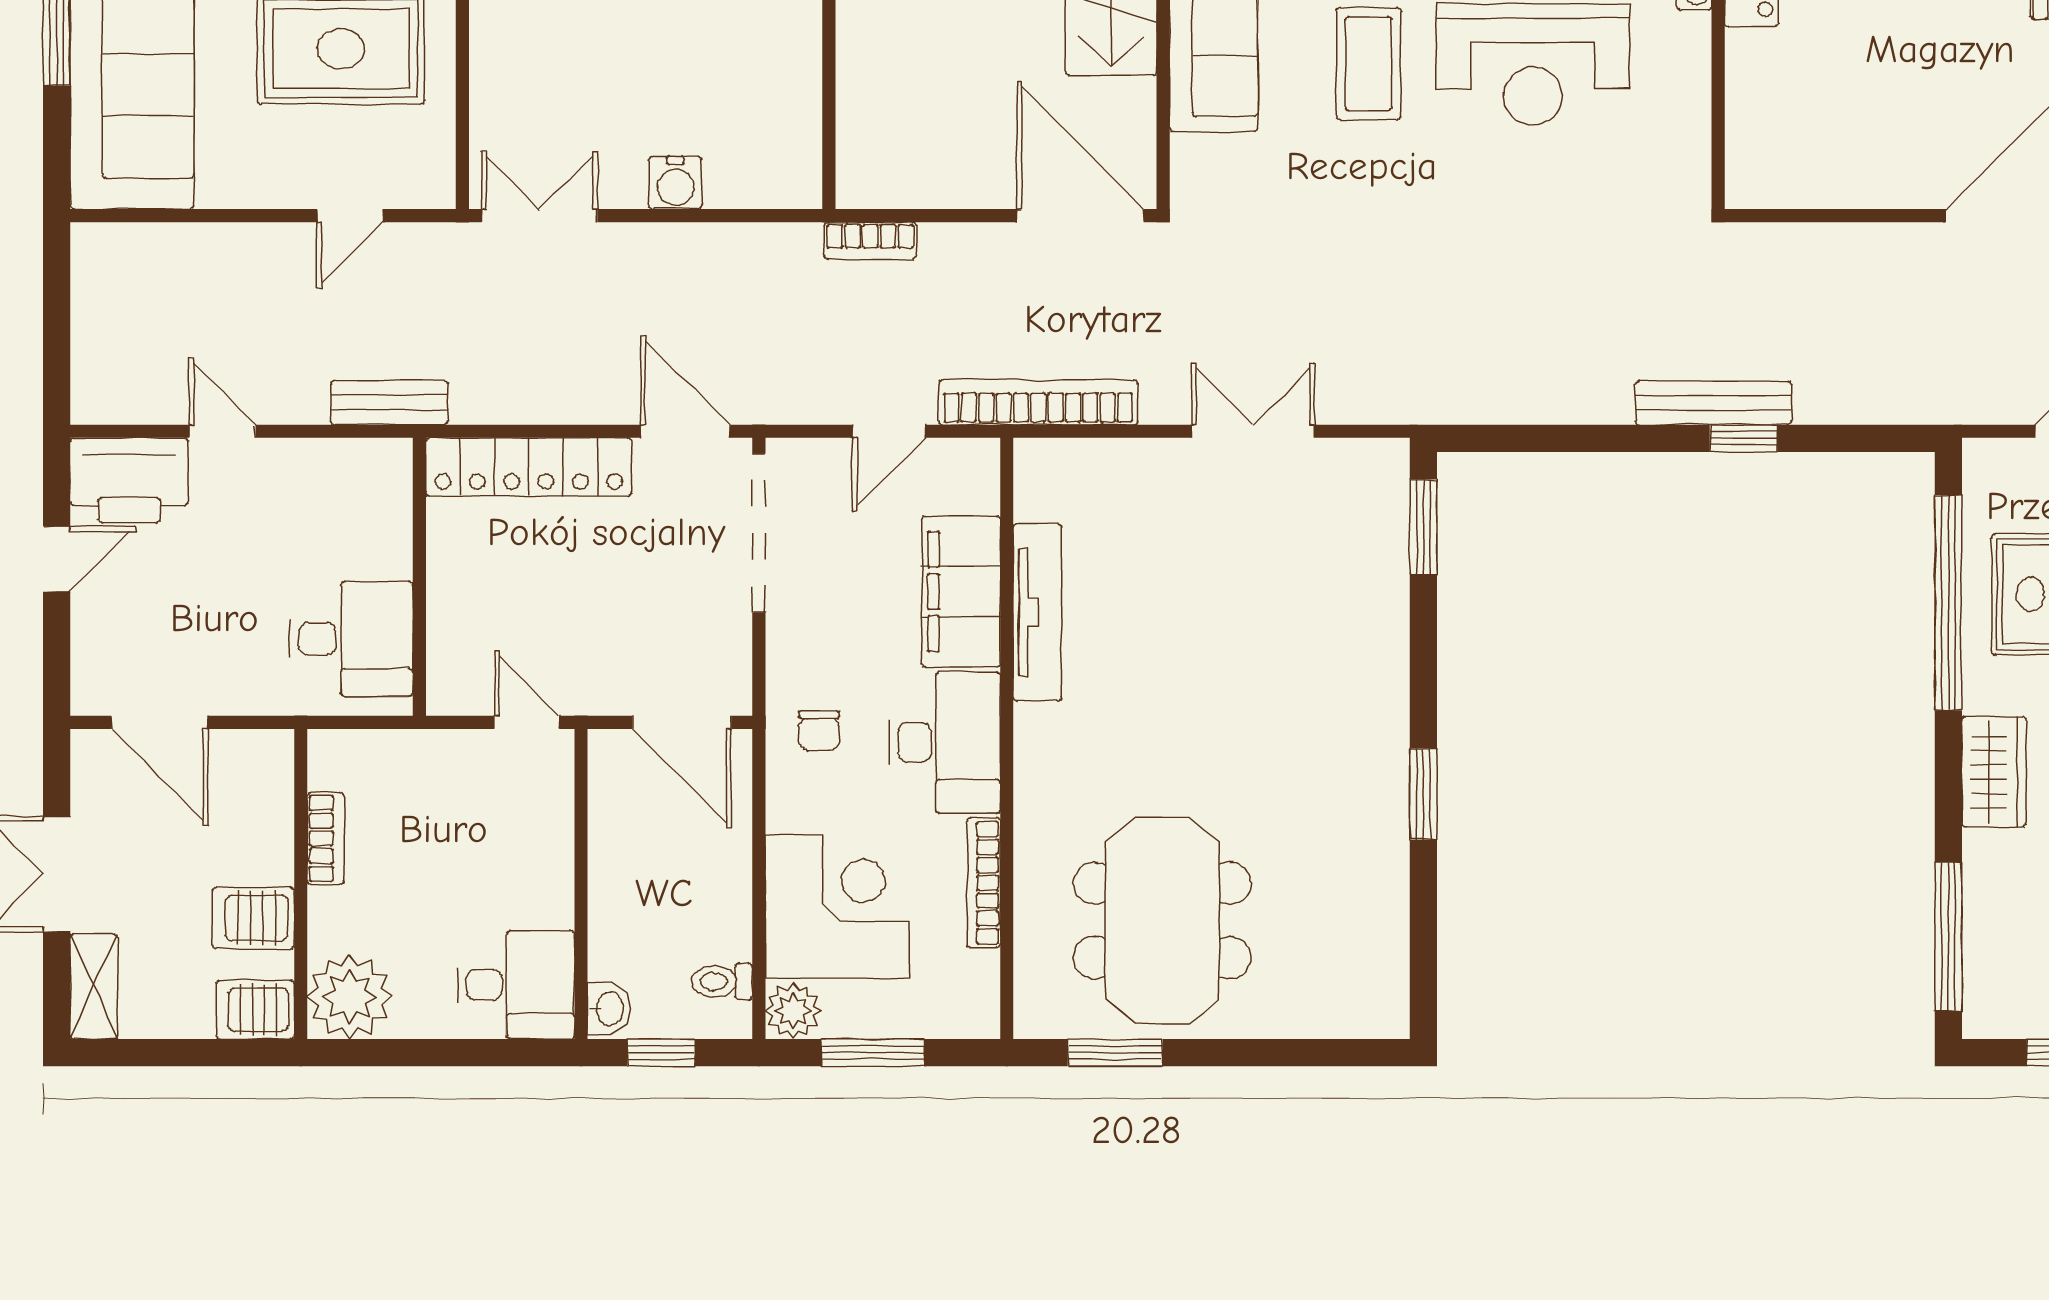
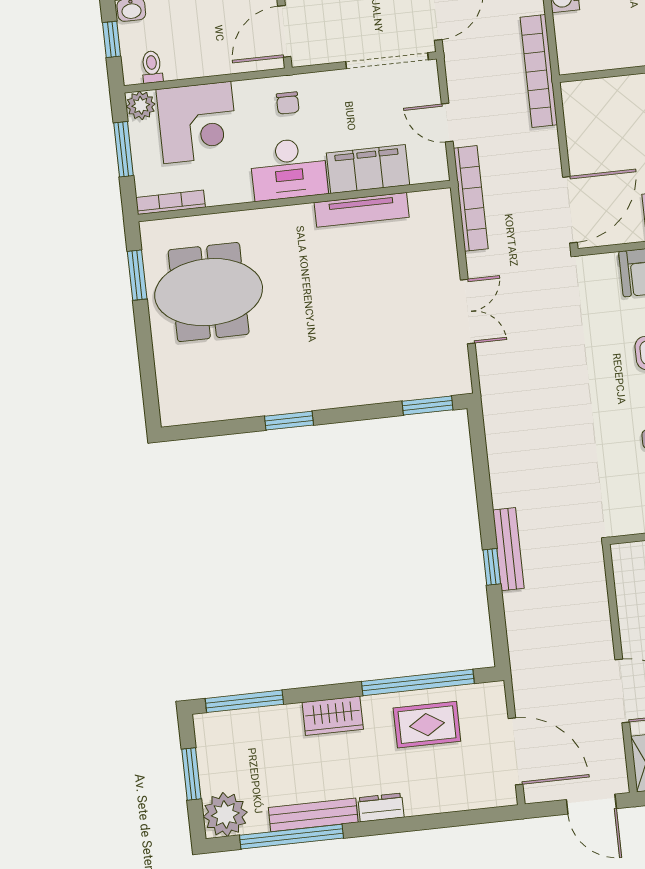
bookcase: (870, 241) -> (539, 71), width x2.31, depth x1.31
chair: (819, 731) -> (288, 103), turned -90
bookcase: (984, 883) -> (171, 202), moved

